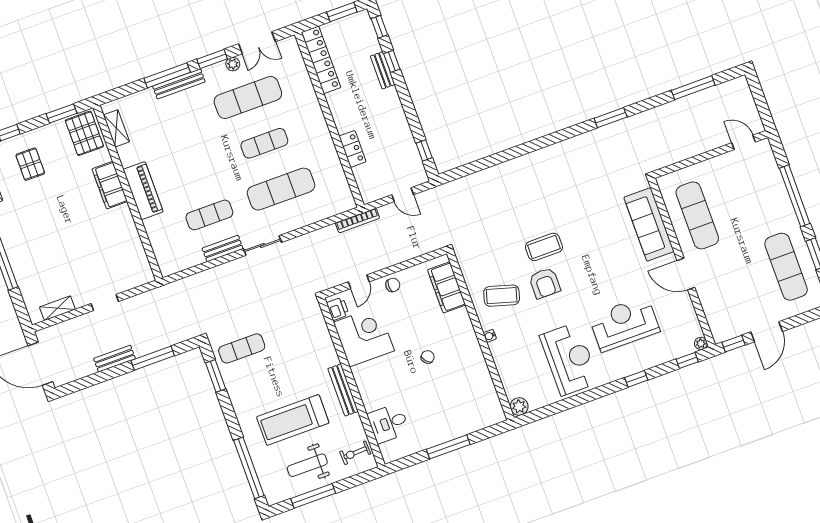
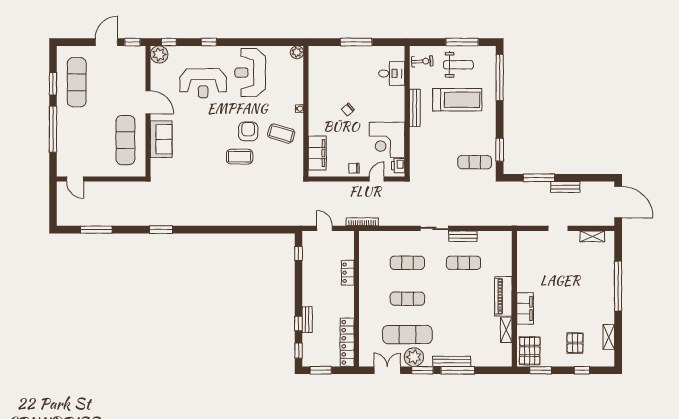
plant: (233, 64) -> (414, 357), width x1.88, depth x1.88
shelving: (116, 128) -> (506, 330), moved
exercise mat: (281, 189) -> (407, 263), width x0.73, depth x0.69
sofa: (649, 224) -> (161, 139), width x0.73
plant: (701, 343) -> (159, 54), width x1.87, depth x1.87

